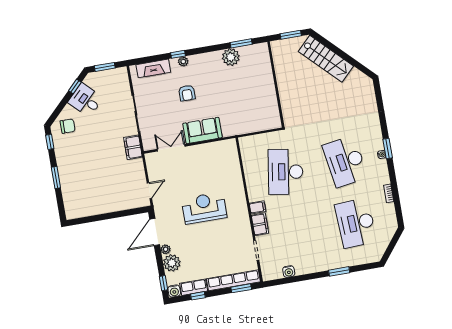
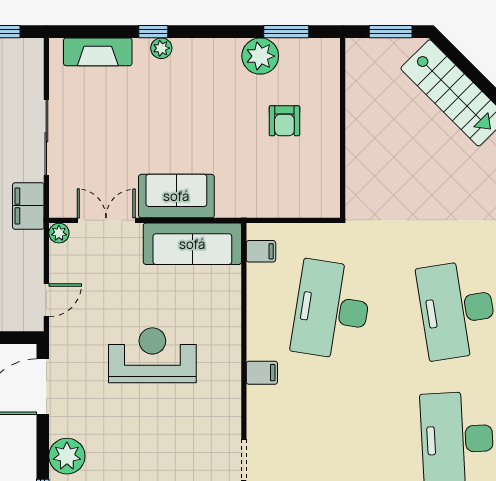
armchair: (187, 93) -> (284, 121), moved
sofa: (214, 152) -> (192, 244), added
filing cabinet: (260, 224) -> (261, 251), moved, width x0.50
plant: (166, 249) -> (59, 233), moved

